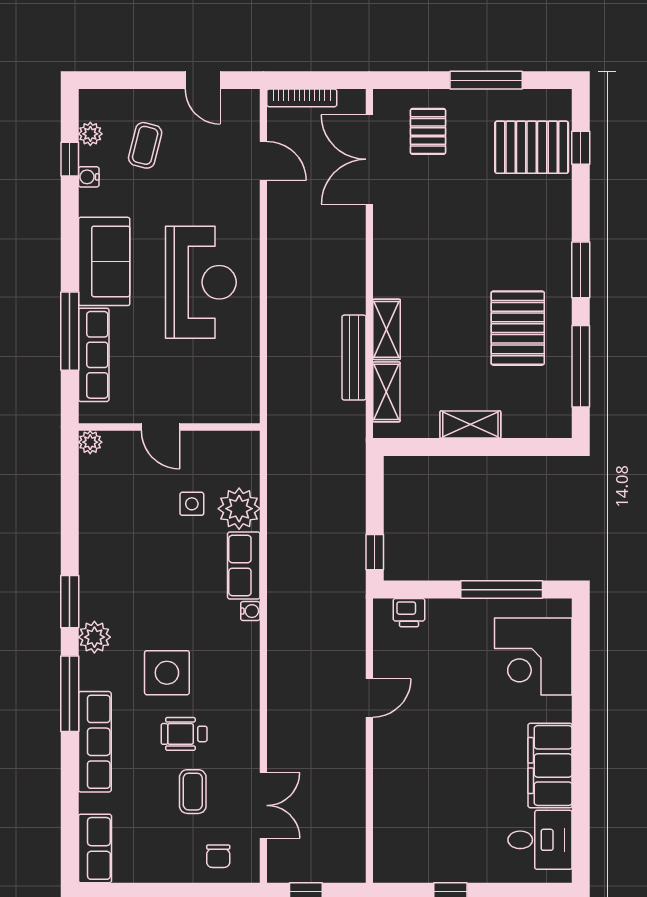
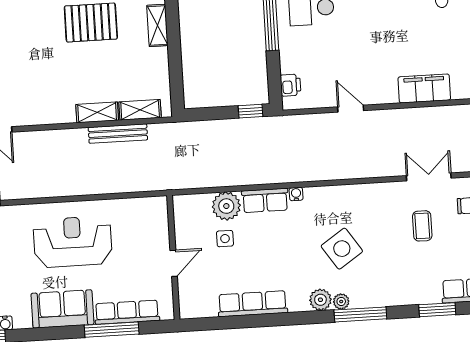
shelving: (470, 425) -> (157, 25), moved
plant: (90, 442) -> (341, 301), moved
window: (70, 602) -> (437, 310), moved
side table: (167, 673) -> (342, 249), turned -34
wheelchair: (184, 734) -> (383, 234), removed
row of seats: (95, 742) -> (253, 304), moved
coffee table: (193, 792) -> (422, 226), turned 90
filing cabinet: (392, 807) -> (424, 88), added

